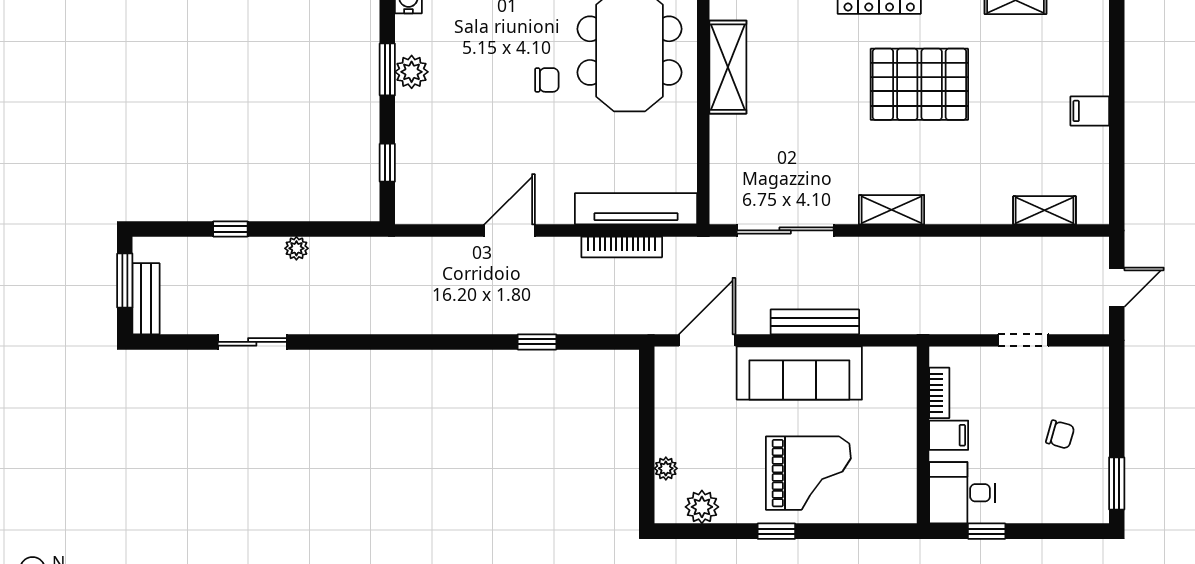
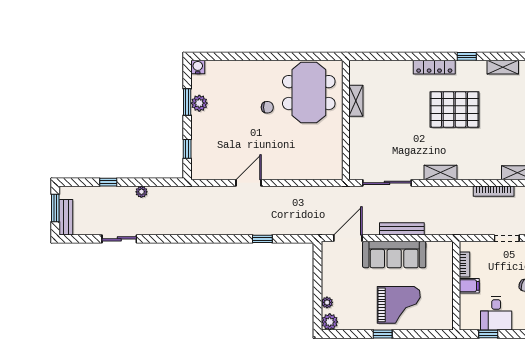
shelving: (728, 67) -> (356, 101), width x0.67, depth x0.75
tv unit: (636, 209) -> (312, 172), removed
bookcase: (622, 247) -> (494, 191), moved
desk: (962, 493) -> (496, 313), moved, turned -90
plant: (702, 507) -> (330, 322), moved

